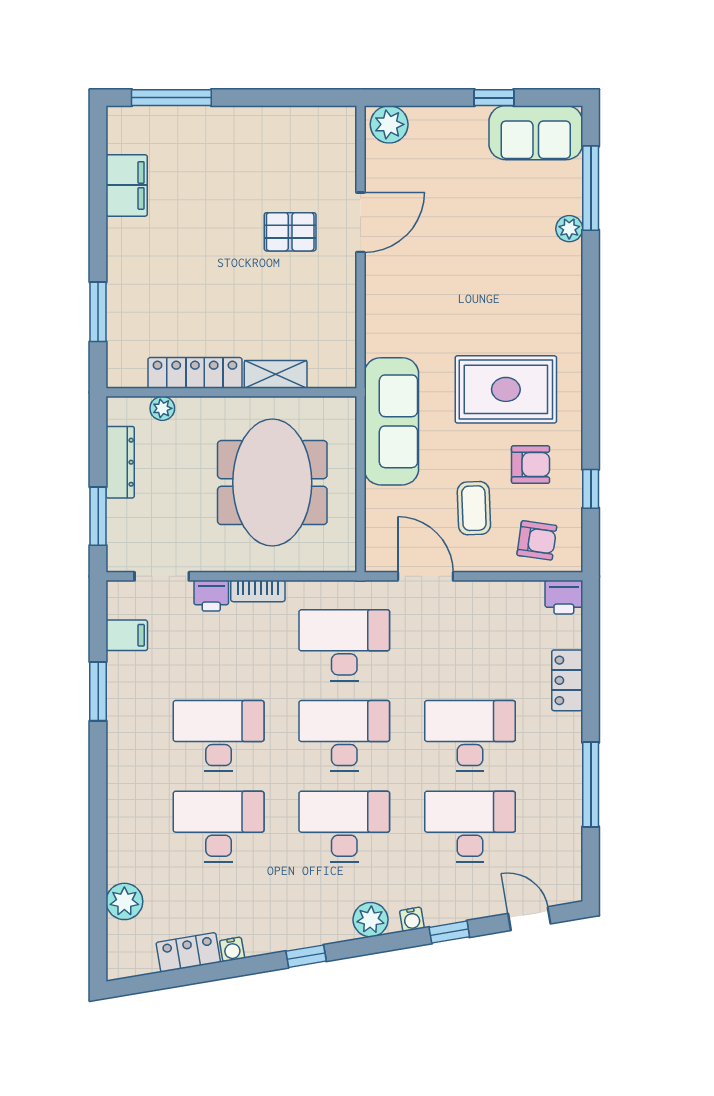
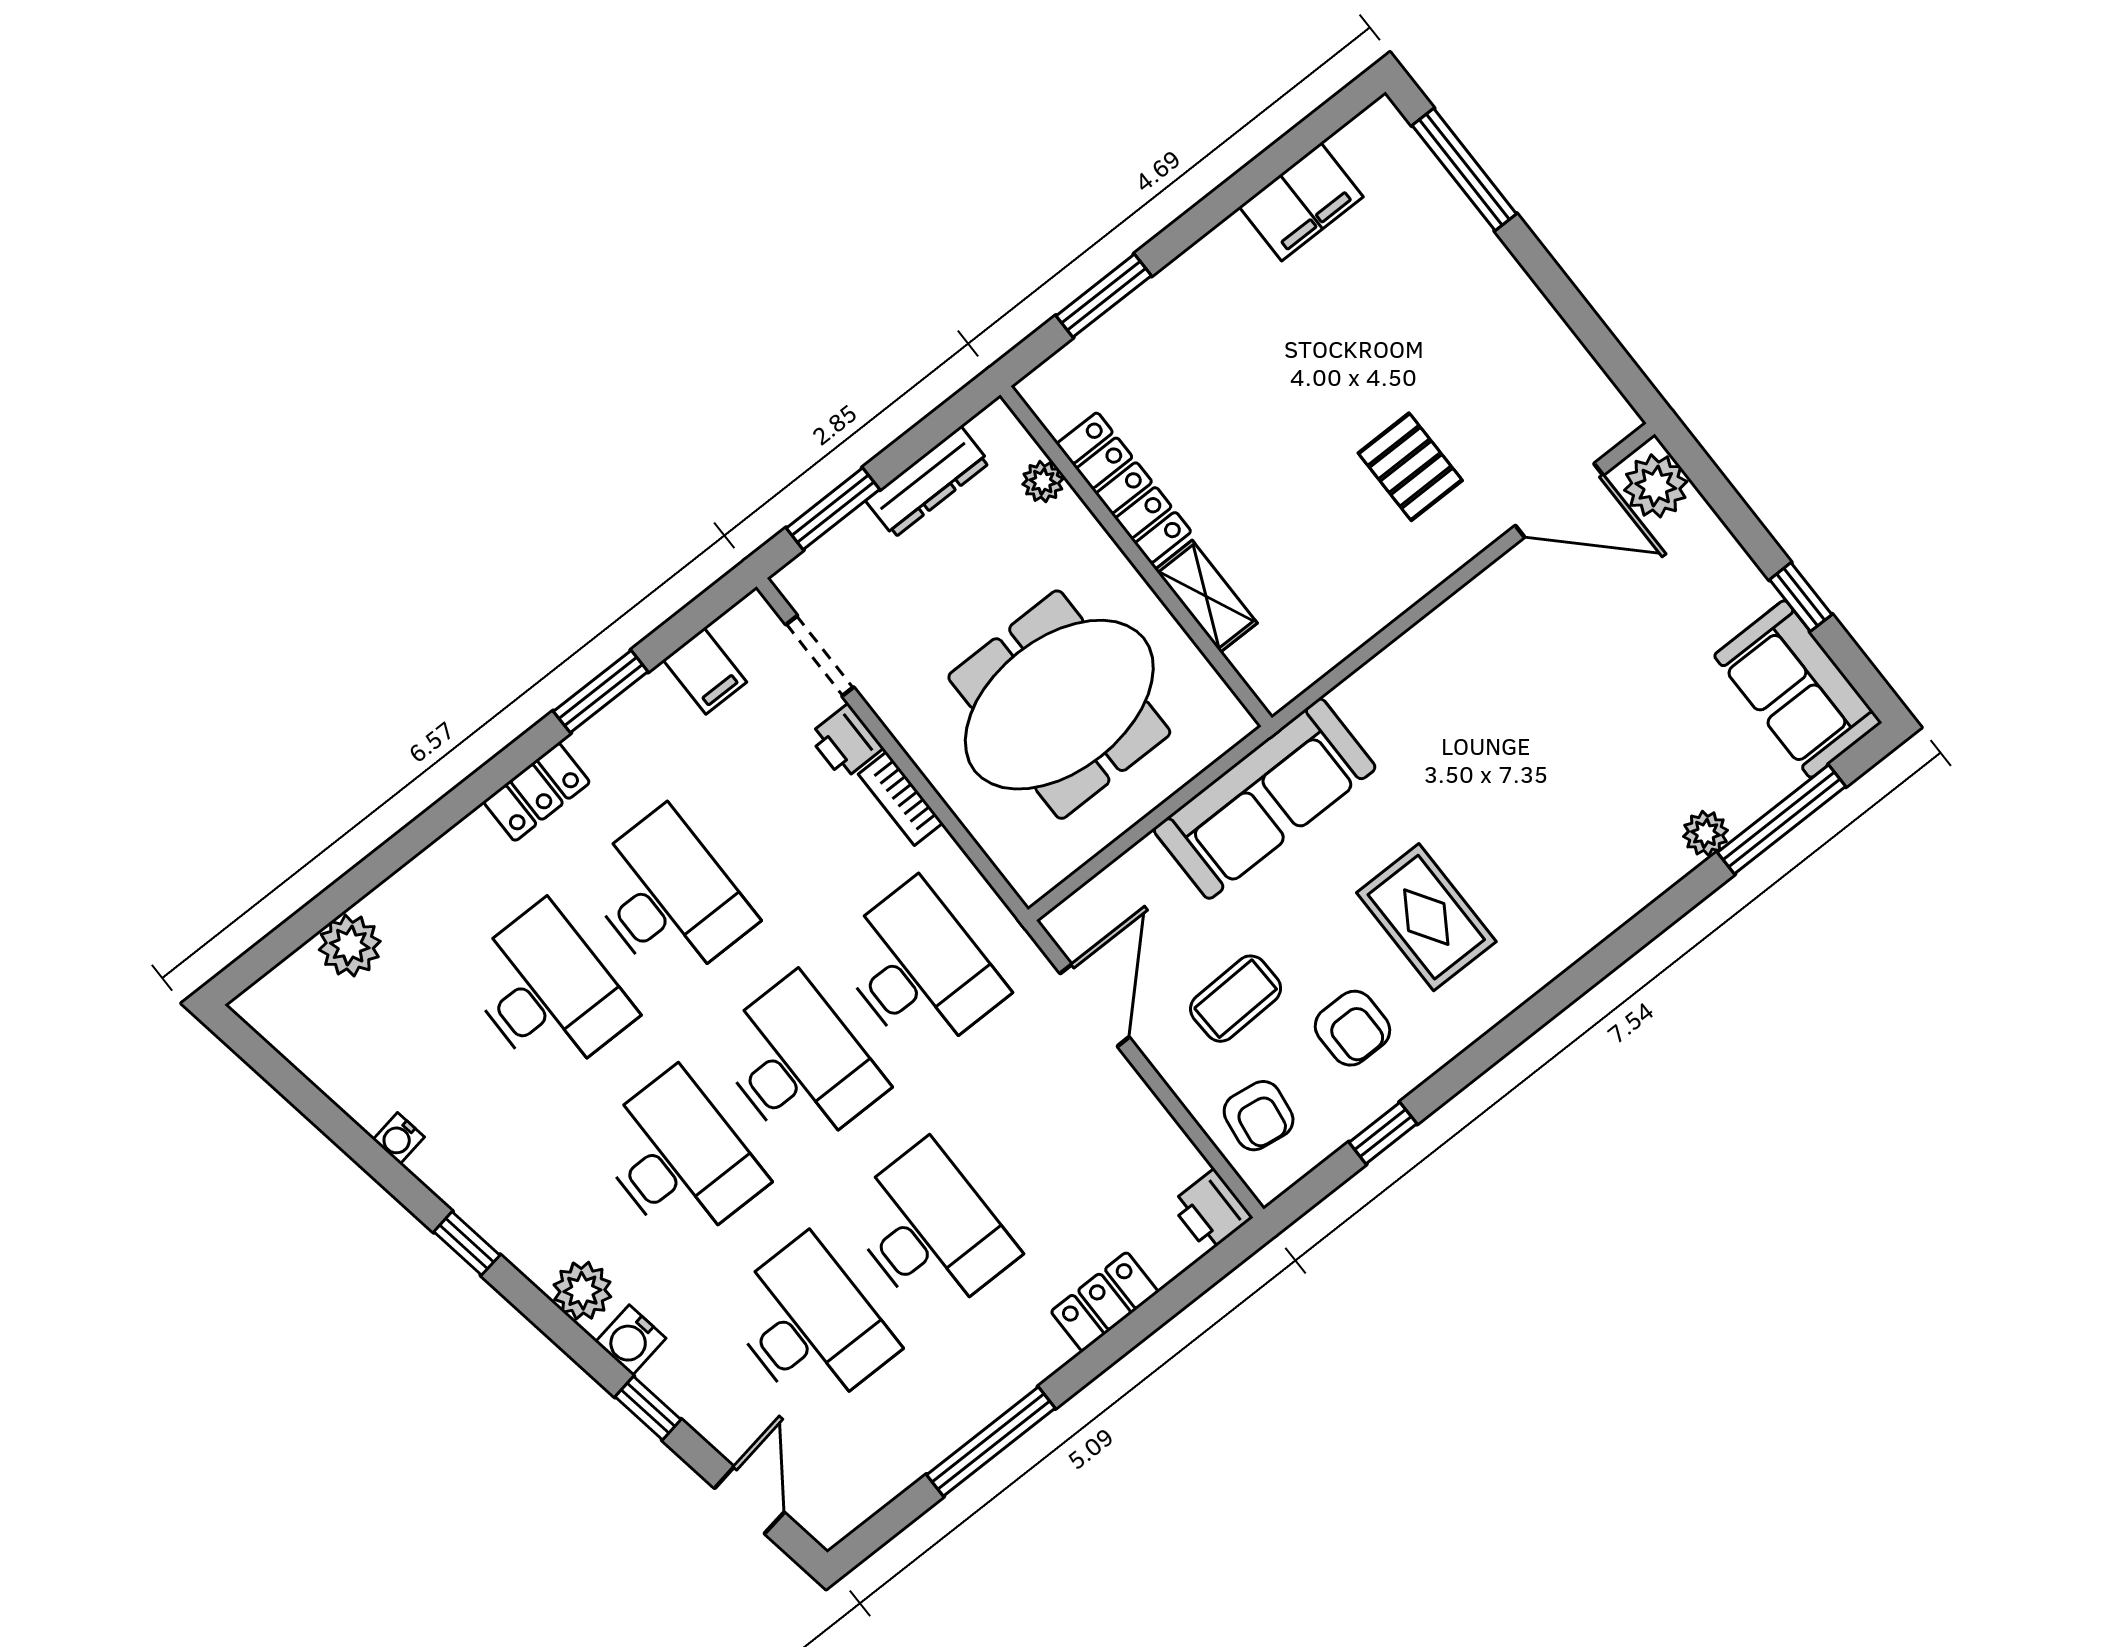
door: (360, 222) -> (1559, 500), moved
rug: (506, 389) -> (1426, 917), width x0.73, depth x0.70
water cooler: (412, 919) -> (631, 1340), width x1.38, depth x1.38
locker: (188, 952) -> (537, 792), moved, turned 100

